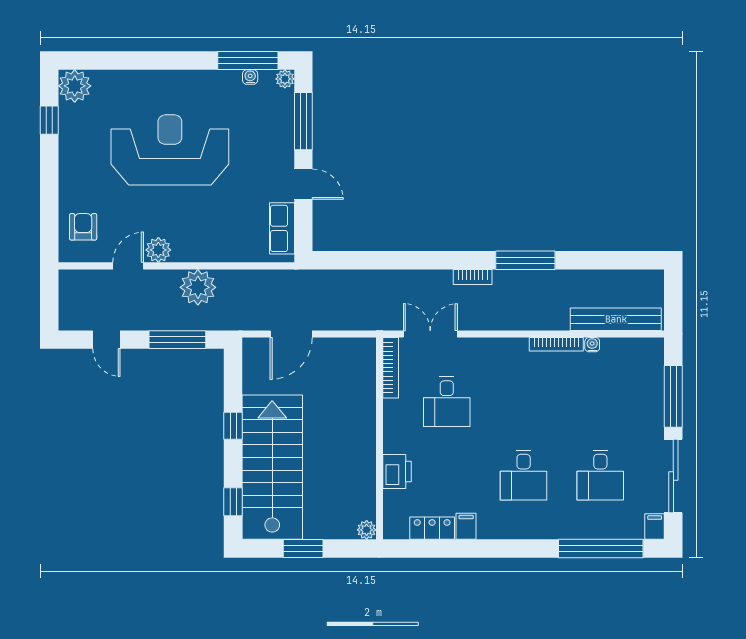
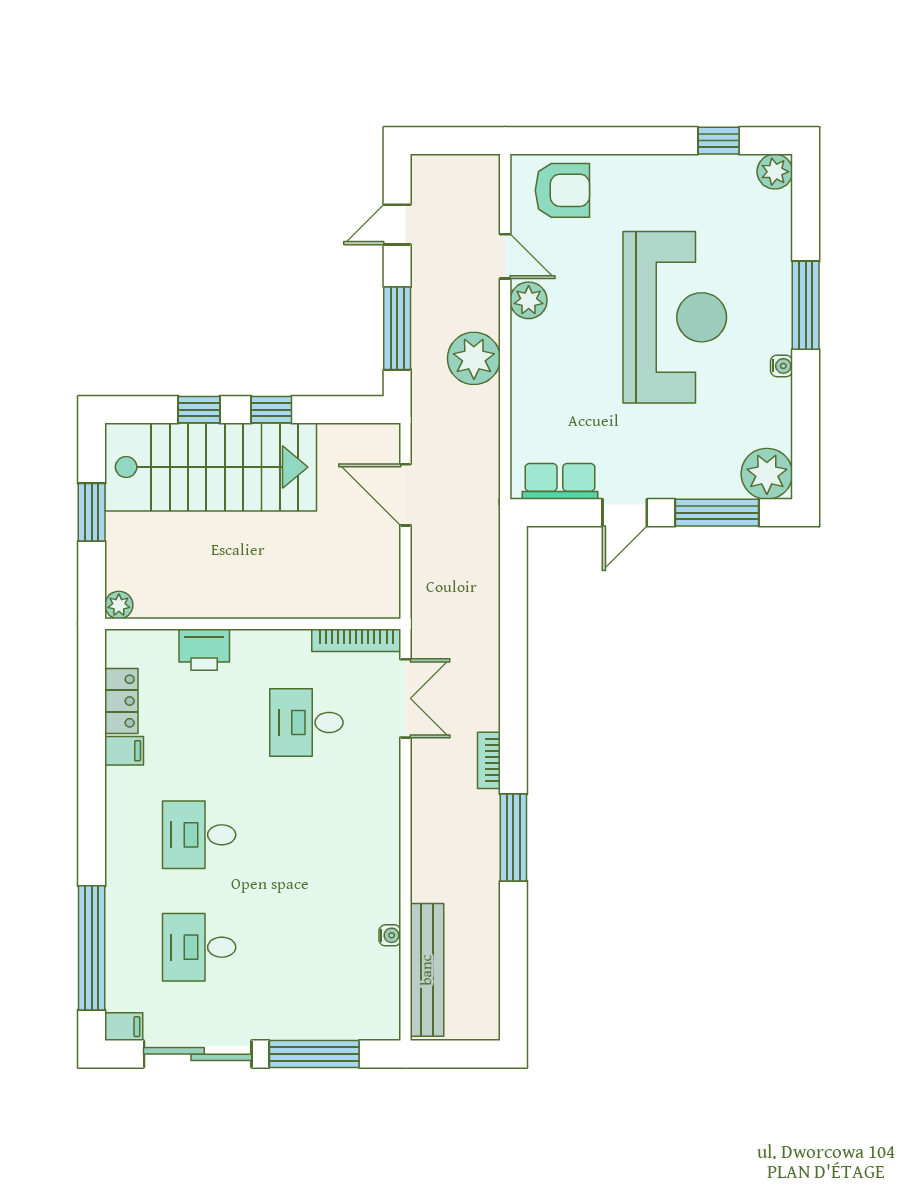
window: (248, 60) -> (806, 305), moved
water cooler: (250, 77) -> (782, 366), moved
plant: (285, 79) -> (767, 474), width x1.88, depth x1.88
plant: (75, 86) -> (775, 172), width x0.73, depth x0.73
armchair: (83, 227) -> (562, 190), width x1.38, depth x1.38
bookcase: (556, 344) -> (390, 883), removed
window: (233, 502) -> (199, 410), moved

